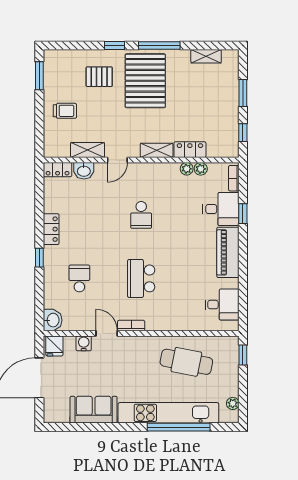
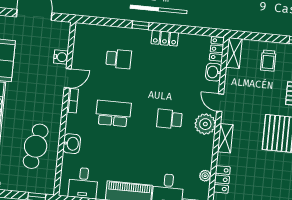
shelving: (88, 150) -> (234, 53), moved
locker: (190, 150) -> (222, 179), moved
plant: (187, 169) -> (205, 124), moved, width x1.88, depth x1.88
washbasin: (53, 320) -> (72, 144), moved, turned -90
fridge: (54, 346) -> (61, 31), removed

